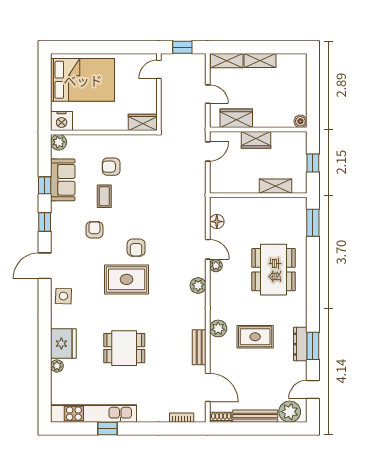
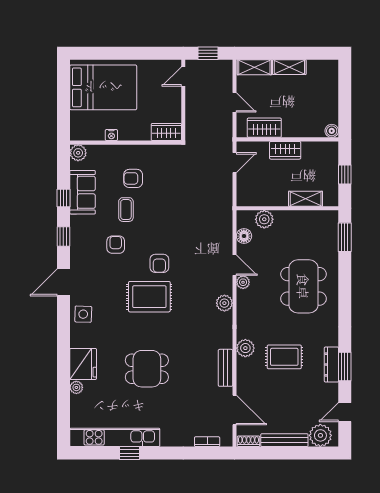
nightstand: (62, 121) -> (111, 135), moved, width x0.53, depth x0.56
plant: (236, 206) -> (264, 219), added

